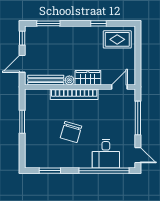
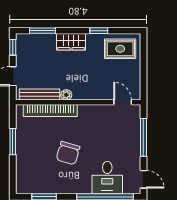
wardrobe: (88, 78) -> (71, 42), moved, turned 180
door: (119, 87) -> (123, 102), hinge flipped
bookcase: (74, 94) -> (50, 111), moved

